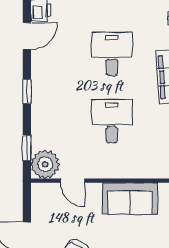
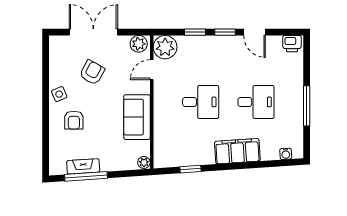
door: (27, 36) -> (255, 32), moved
window: (27, 148) -> (195, 32), moved
plant: (41, 196) -> (139, 44), added

